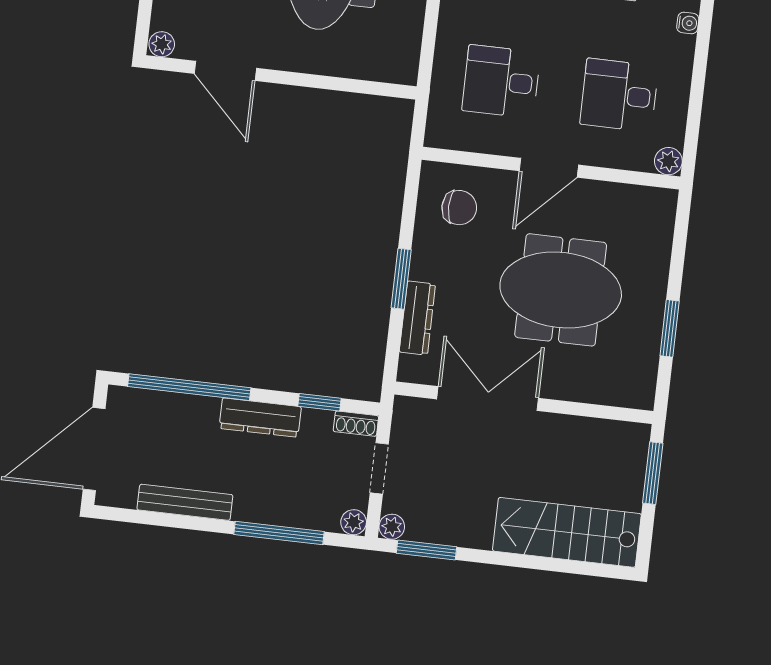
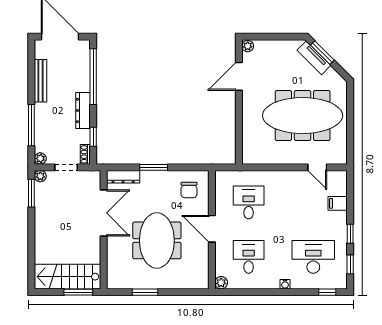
dresser: (417, 318) -> (123, 177), moved
stairs: (567, 532) -> (67, 277), moved, turned -90

